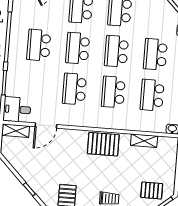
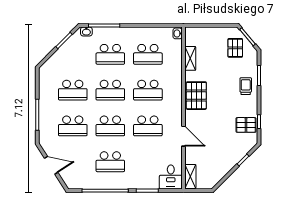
door: (46, 126) -> (183, 136), moved

